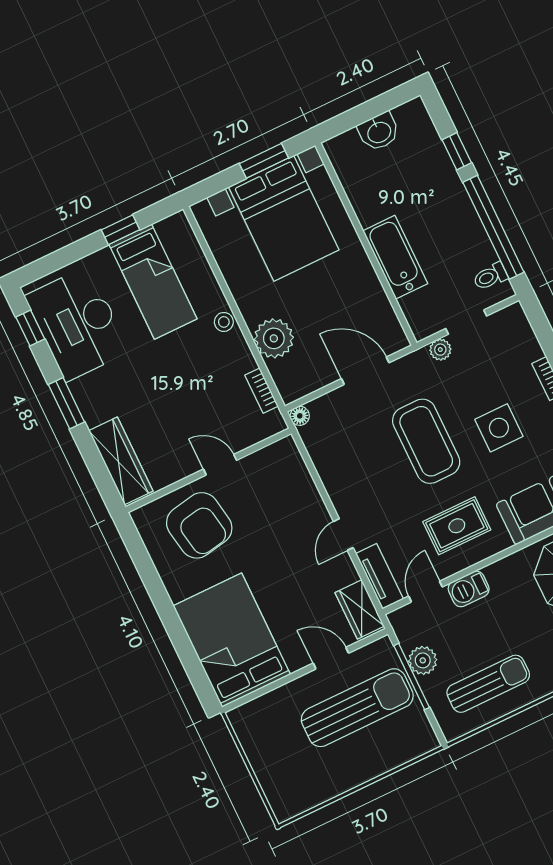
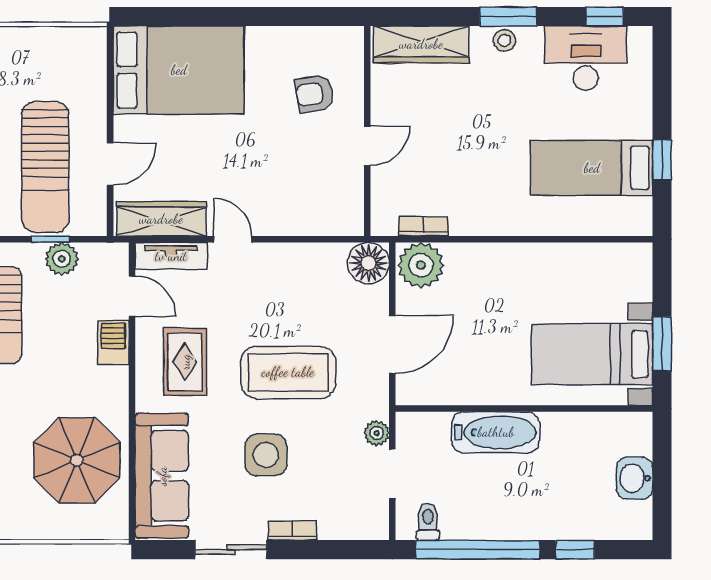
bed with nightstands: (284, 218) -> (592, 354), width x0.73
stool: (224, 322) -> (504, 40), moved
desk: (77, 324) -> (586, 58), width x0.73, depth x0.77
plant: (274, 338) -> (421, 265), moved
floor lamp: (300, 416) -> (368, 263), width x1.89, depth x1.89
armchair: (199, 525) -> (314, 94), width x0.53, depth x0.53
wardrobe: (360, 609) -> (161, 219), width x1.50
window: (412, 677) -> (50, 239), width x0.46

